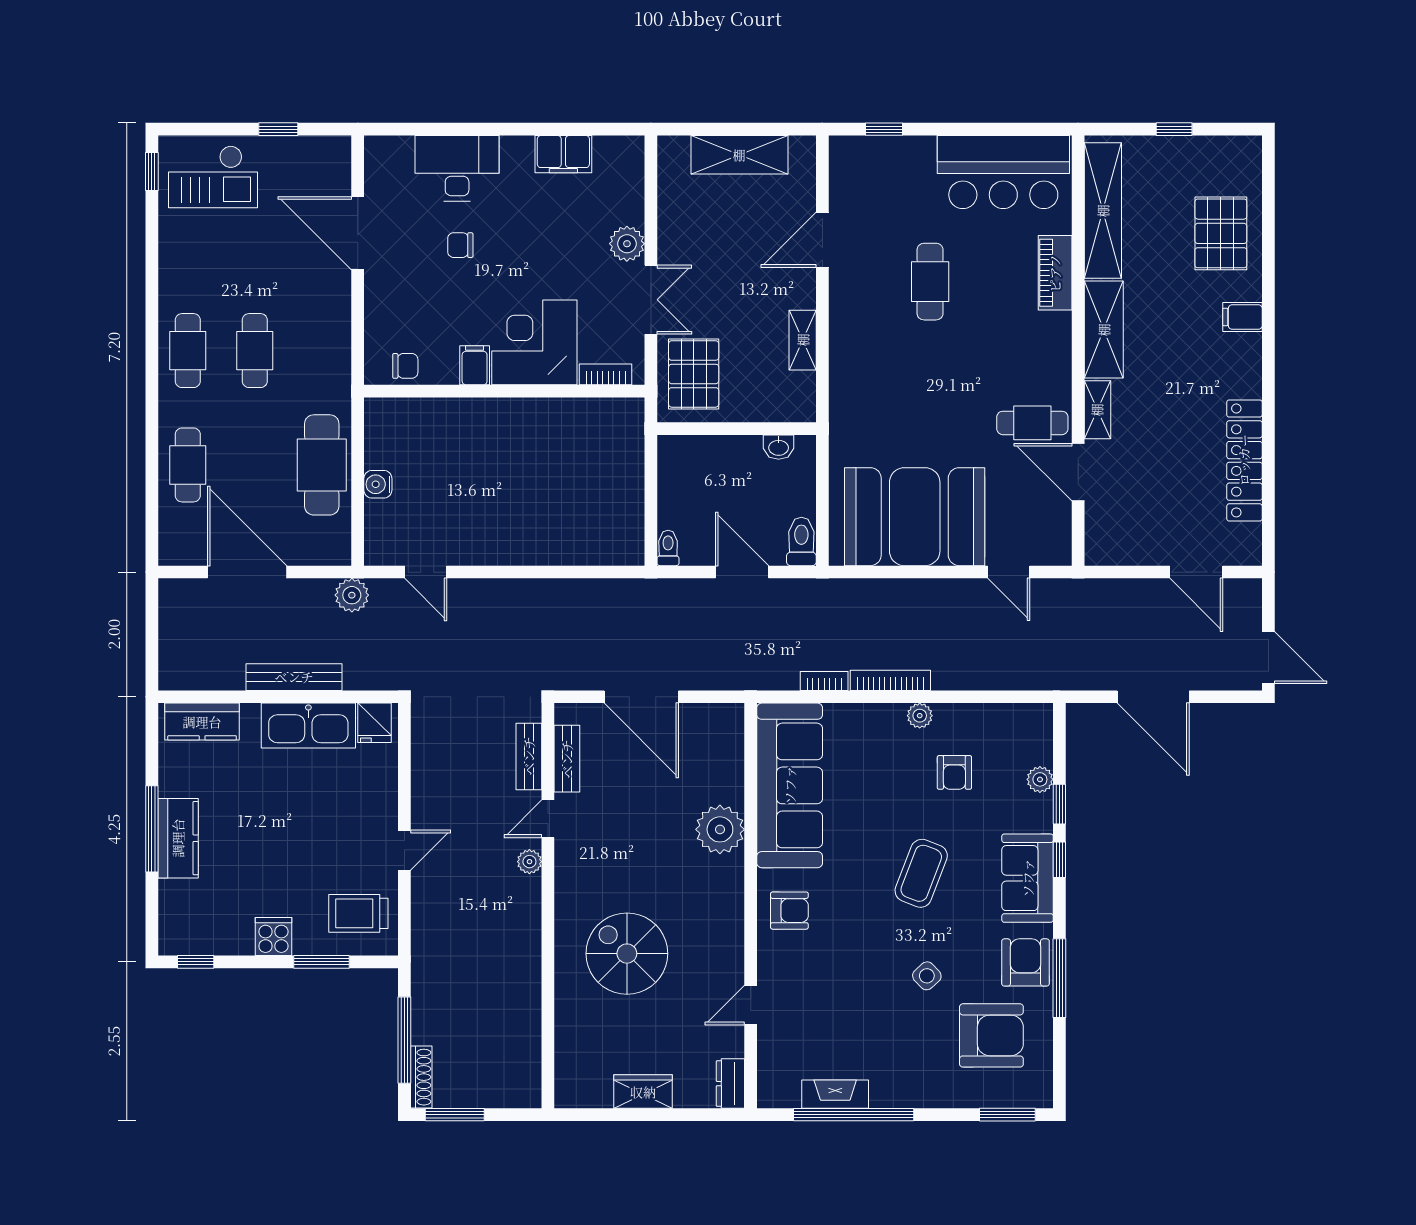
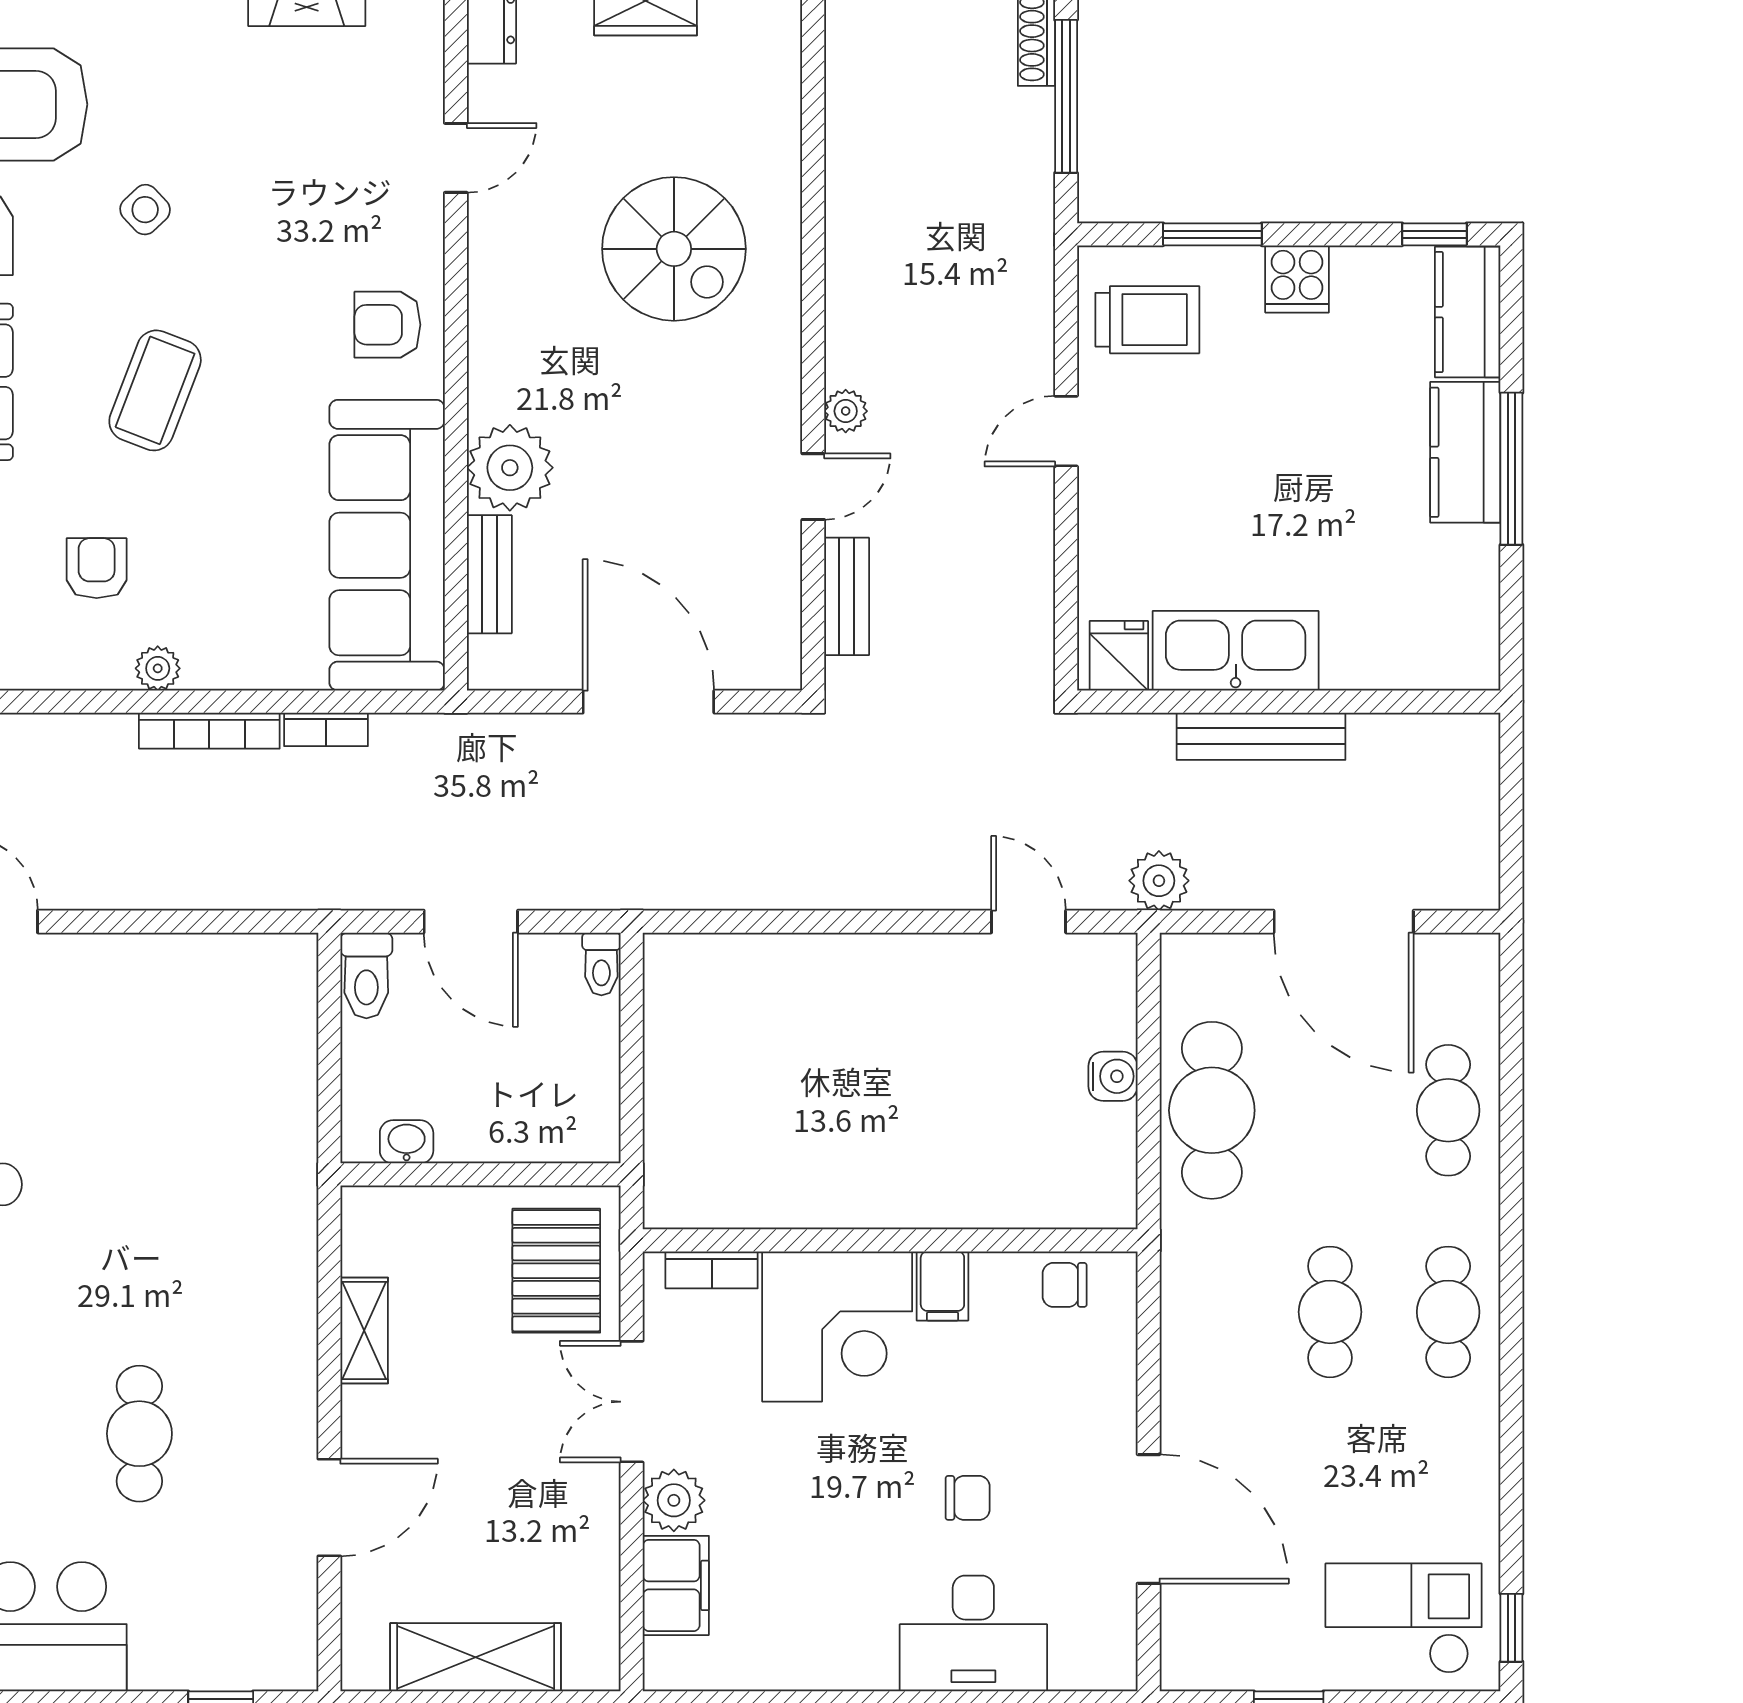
filing cabinet: (563, 154) -> (676, 1585), moved, turned 90
booth: (915, 517) -> (166, 1019), removed
kitchen counter: (202, 722) -> (1468, 312), moved, turned -90
bench: (567, 759) -> (489, 574), moved

